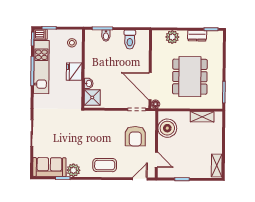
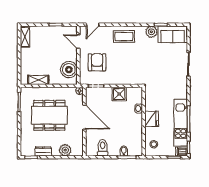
dining table: (190, 77) -> (49, 115), turned 90
door: (150, 86) -> (84, 117), moved
shower: (92, 97) -> (119, 94), moved

